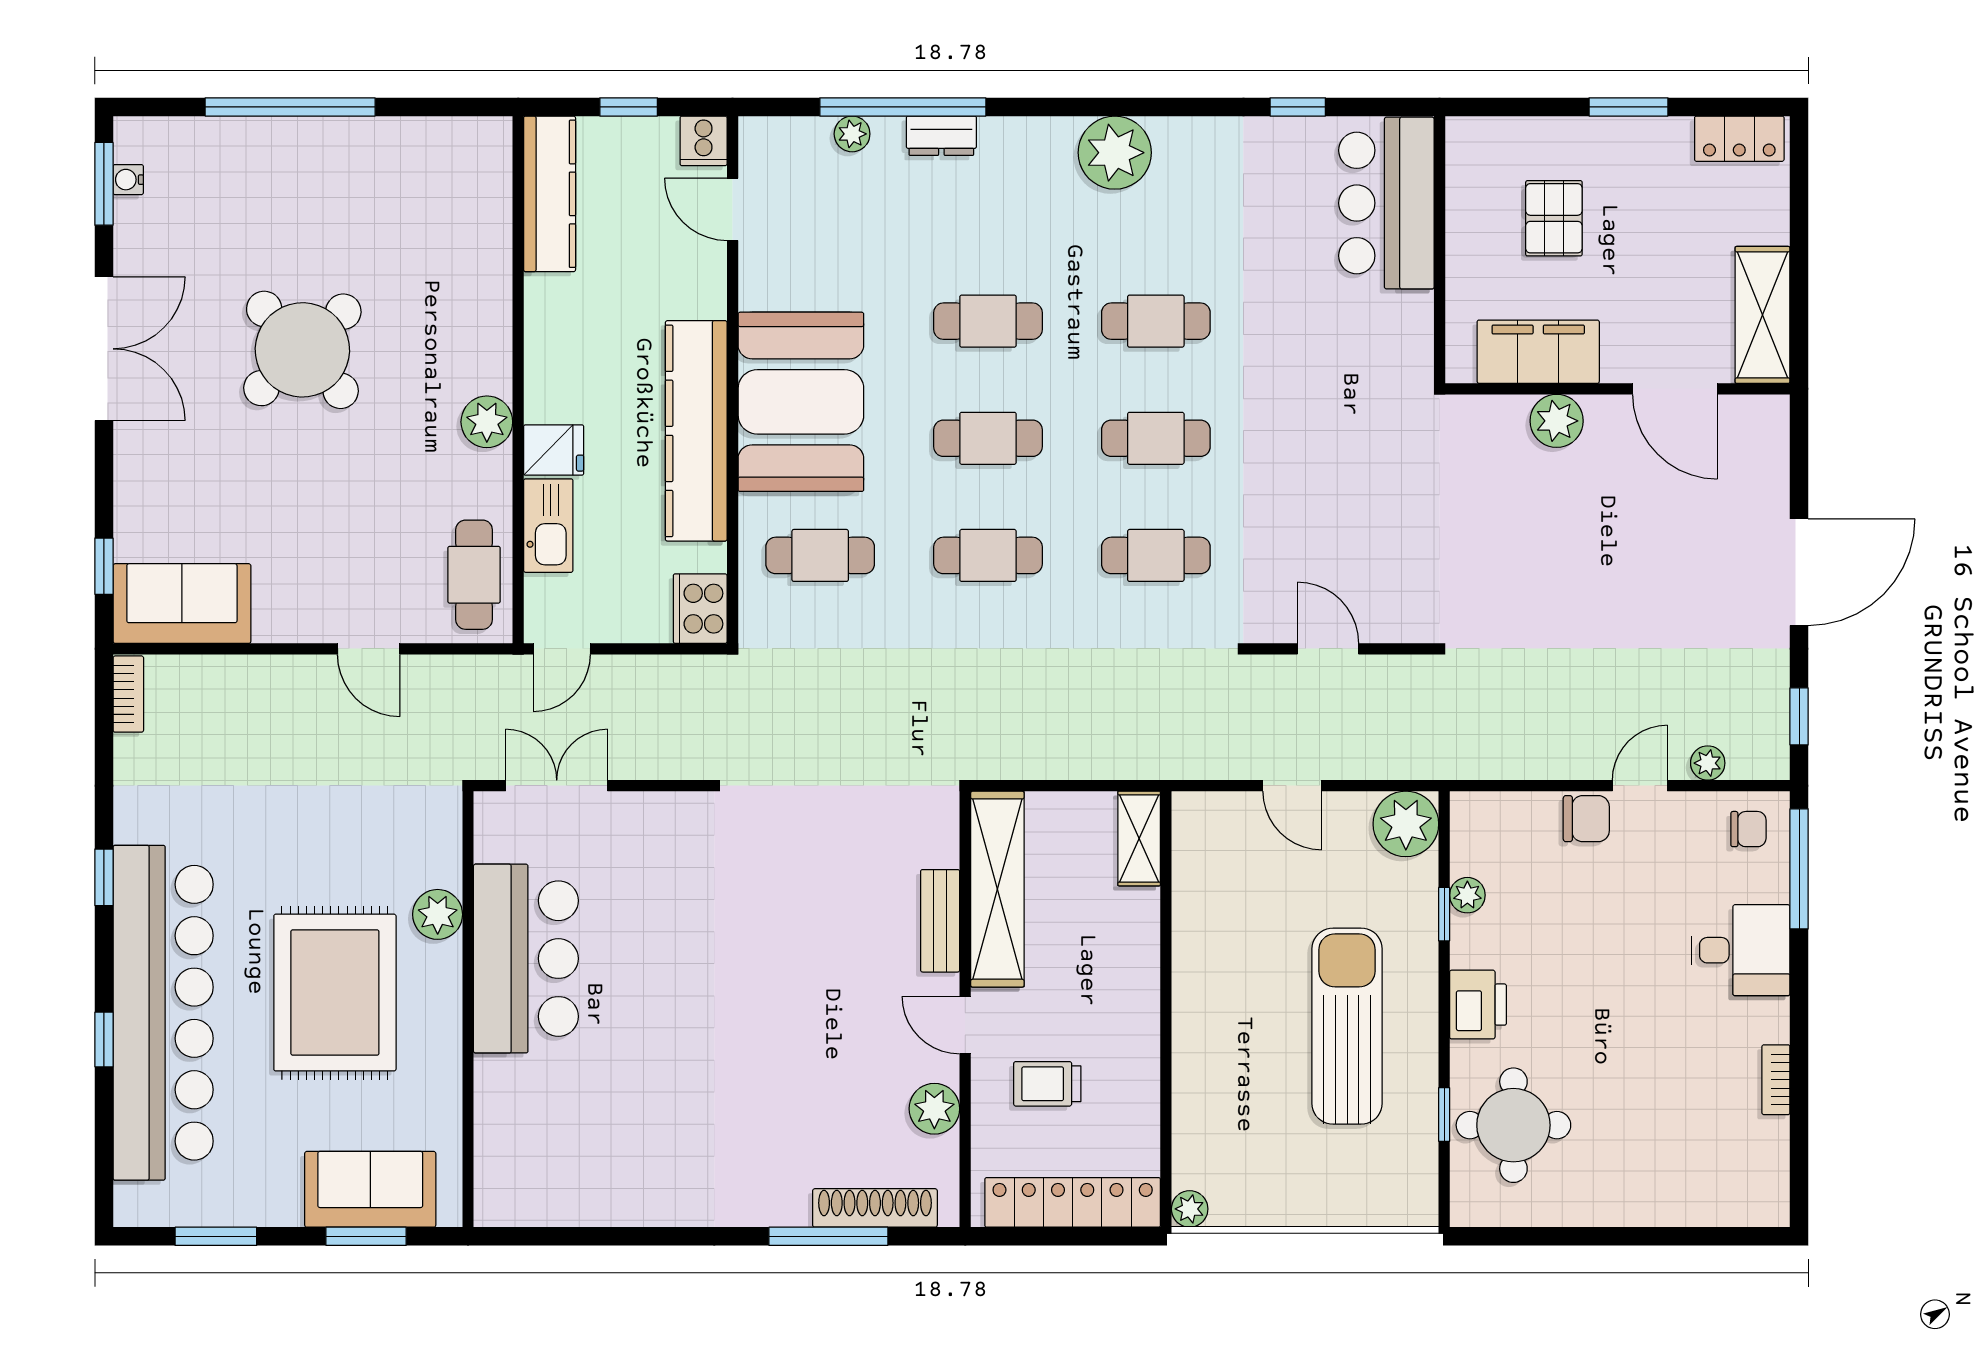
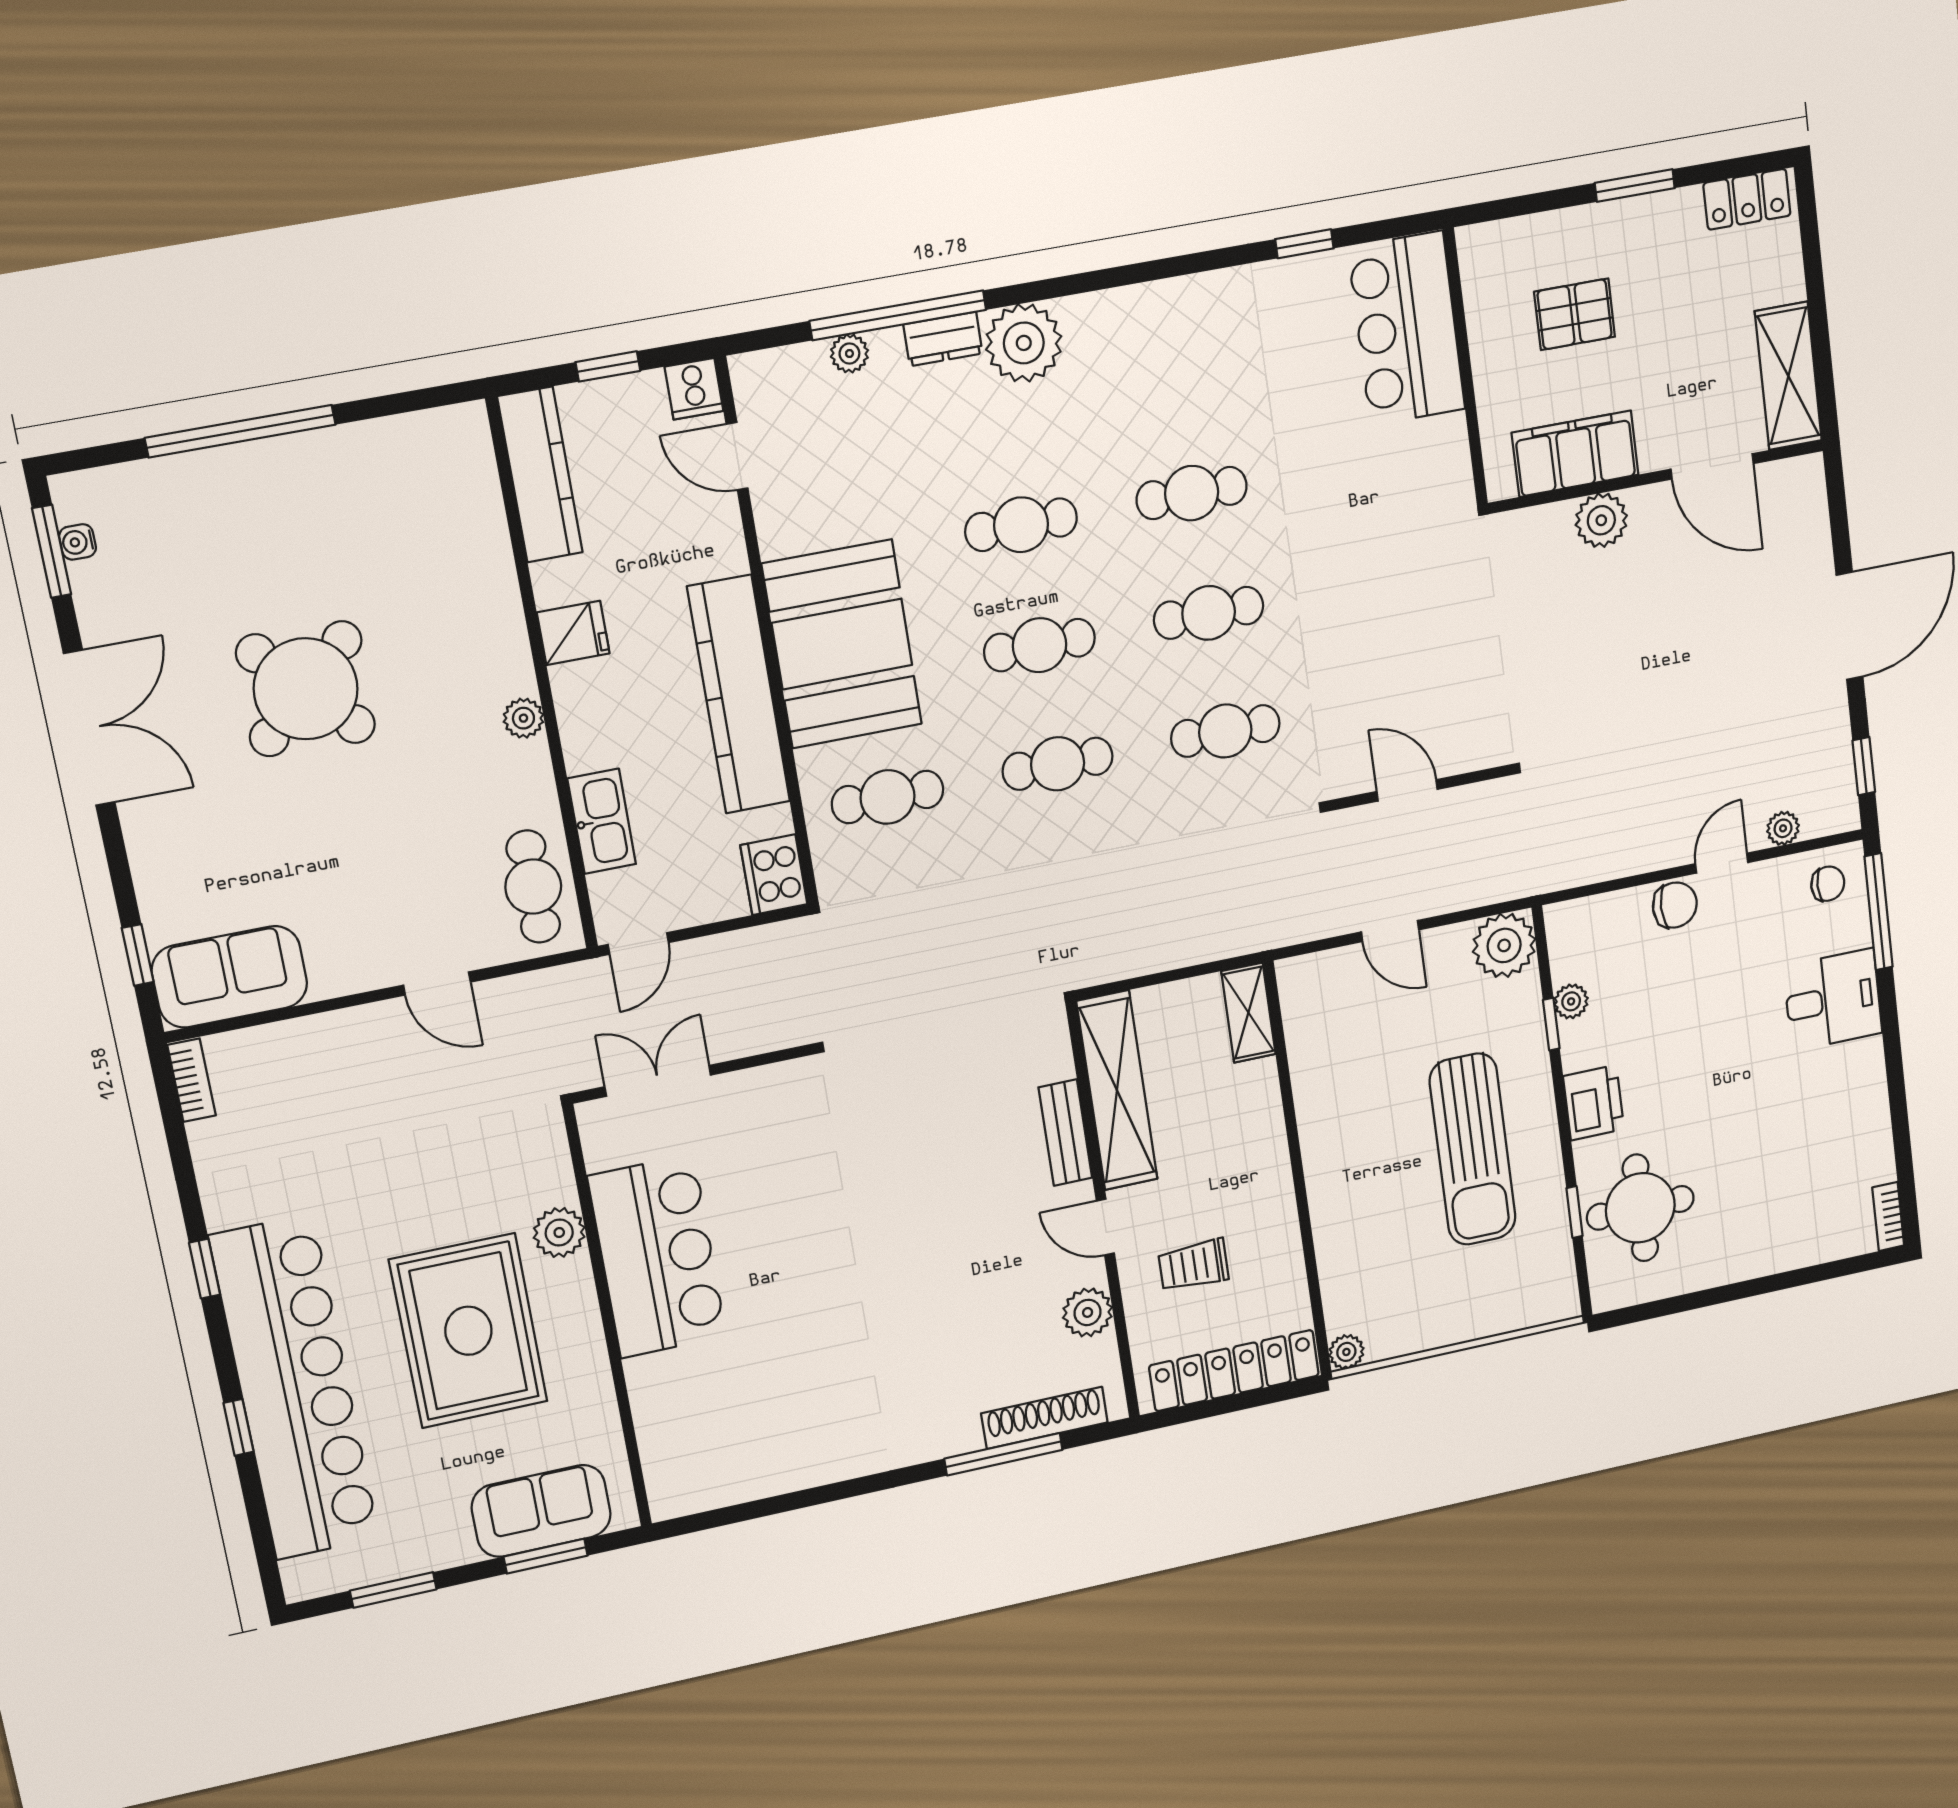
plant: (1115, 153) -> (1024, 343), moved
pallet: (1554, 218) -> (1575, 314), turned 90
plant: (487, 422) -> (523, 718), width x0.73, depth x0.73
fridge: (554, 450) -> (573, 633), moved
sun lounger: (1347, 1026) -> (1473, 1149), turned 180
bookcase: (1776, 1080) -> (1888, 1217), moved

